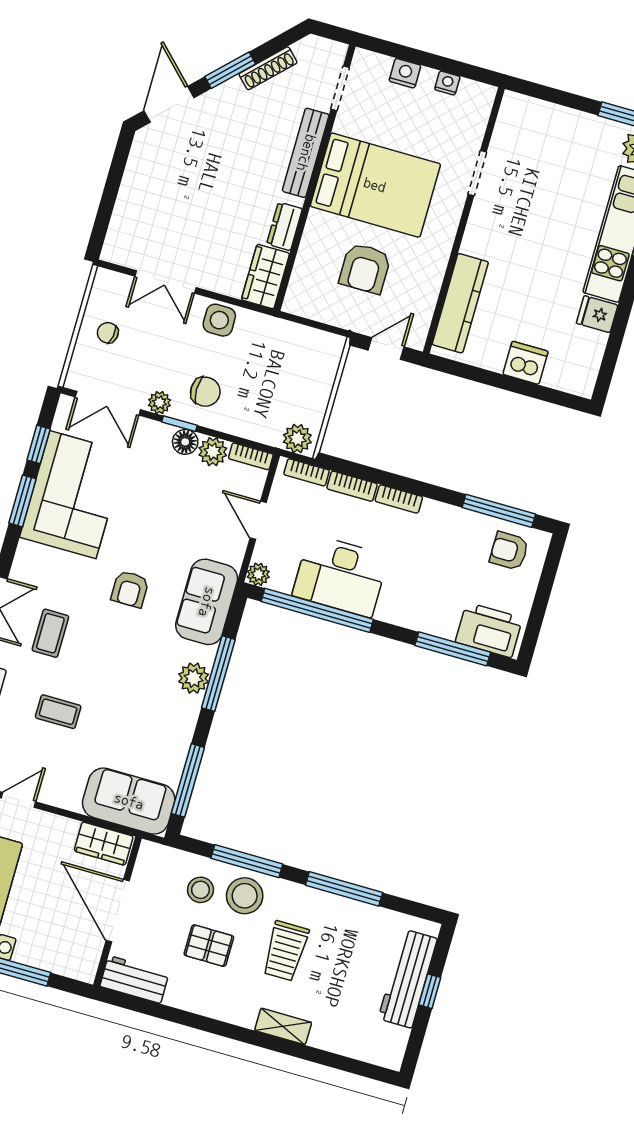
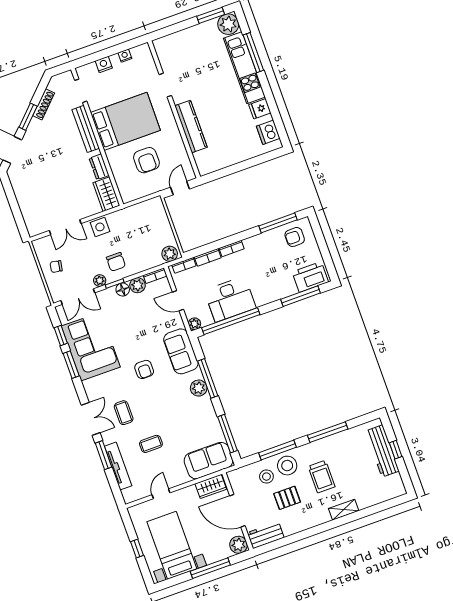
kitchen counter: (460, 303) -> (191, 127), moved
dishwasher: (525, 363) -> (268, 132), moved, turned -90
chair: (205, 392) -> (116, 262), turned 90
plant: (82, 964) -> (239, 545), added

